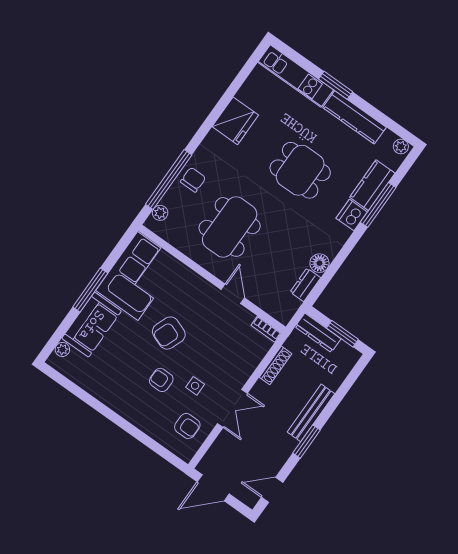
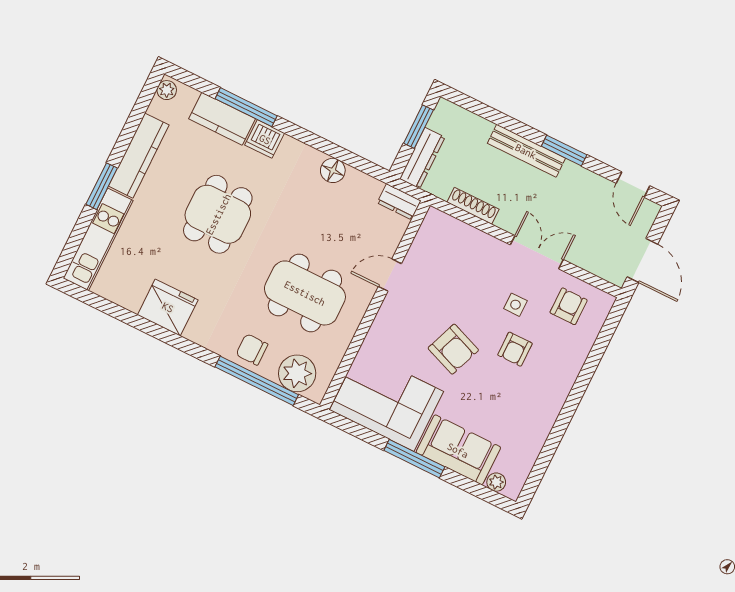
plant: (160, 213) -> (297, 373), width x1.88, depth x1.88
dresser: (305, 285) -> (399, 202), moved
bookcase: (266, 329) -> (428, 225), removed

